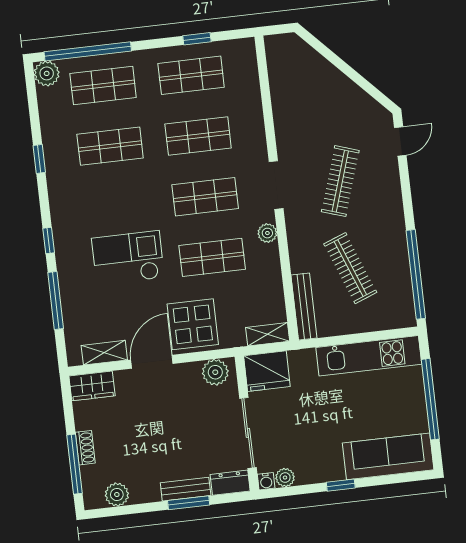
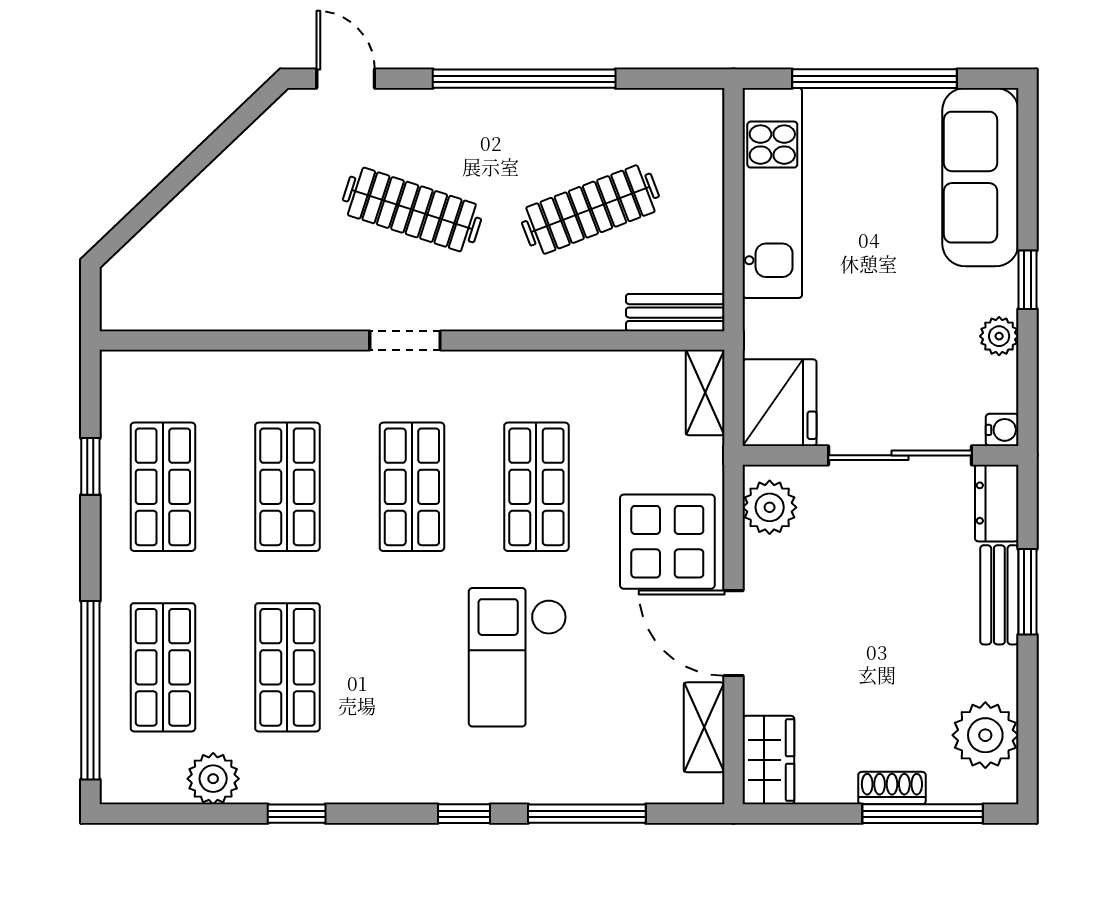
plant: (47, 73) -> (213, 779), moved
doorway: (276, 185) -> (405, 340), width x0.73
plant: (267, 233) -> (500, 369), removed
window: (416, 274) -> (524, 79), moved
bench: (304, 306) -> (675, 313), width x0.73
plant: (285, 478) -> (999, 336), moved
plant: (117, 495) -> (985, 735), width x1.36, depth x1.36

